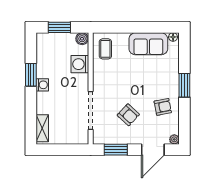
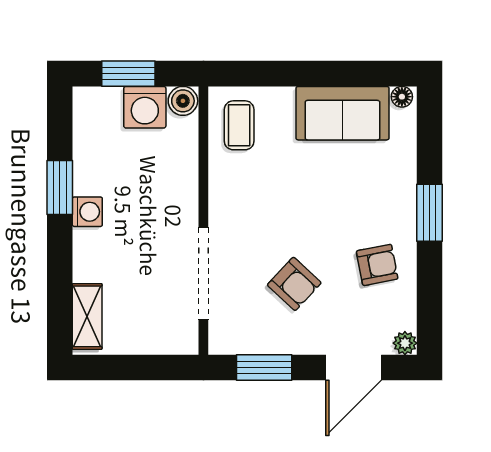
washing machine: (80, 64) -> (145, 107), moved, turned -90

